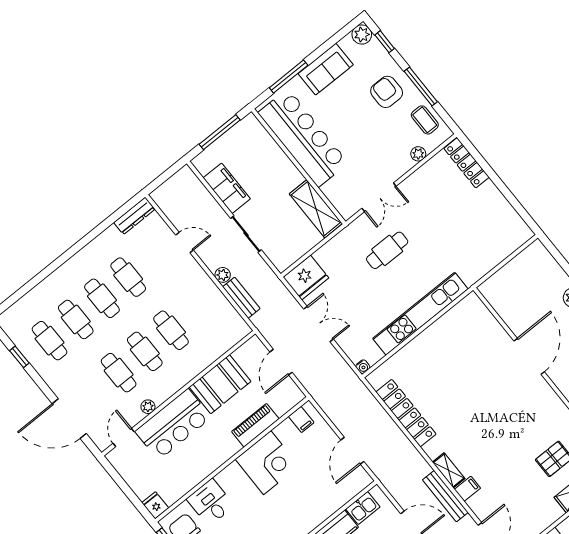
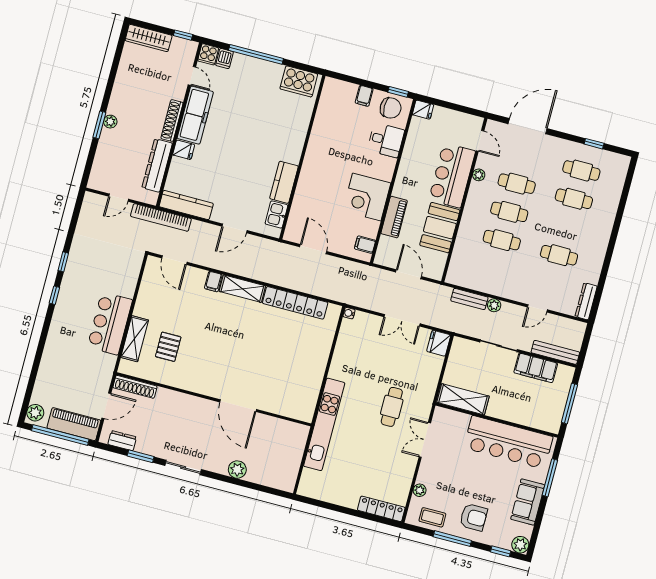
fridge: (306, 278) -> (439, 343), width x0.73, depth x0.75
cafe table: (102, 298) -> (566, 227), removed
kitchen unit: (420, 314) -> (324, 424), moved
shelving: (449, 470) -> (242, 289), width x1.50, depth x1.33
bench: (445, 496) -> (555, 352), moved

